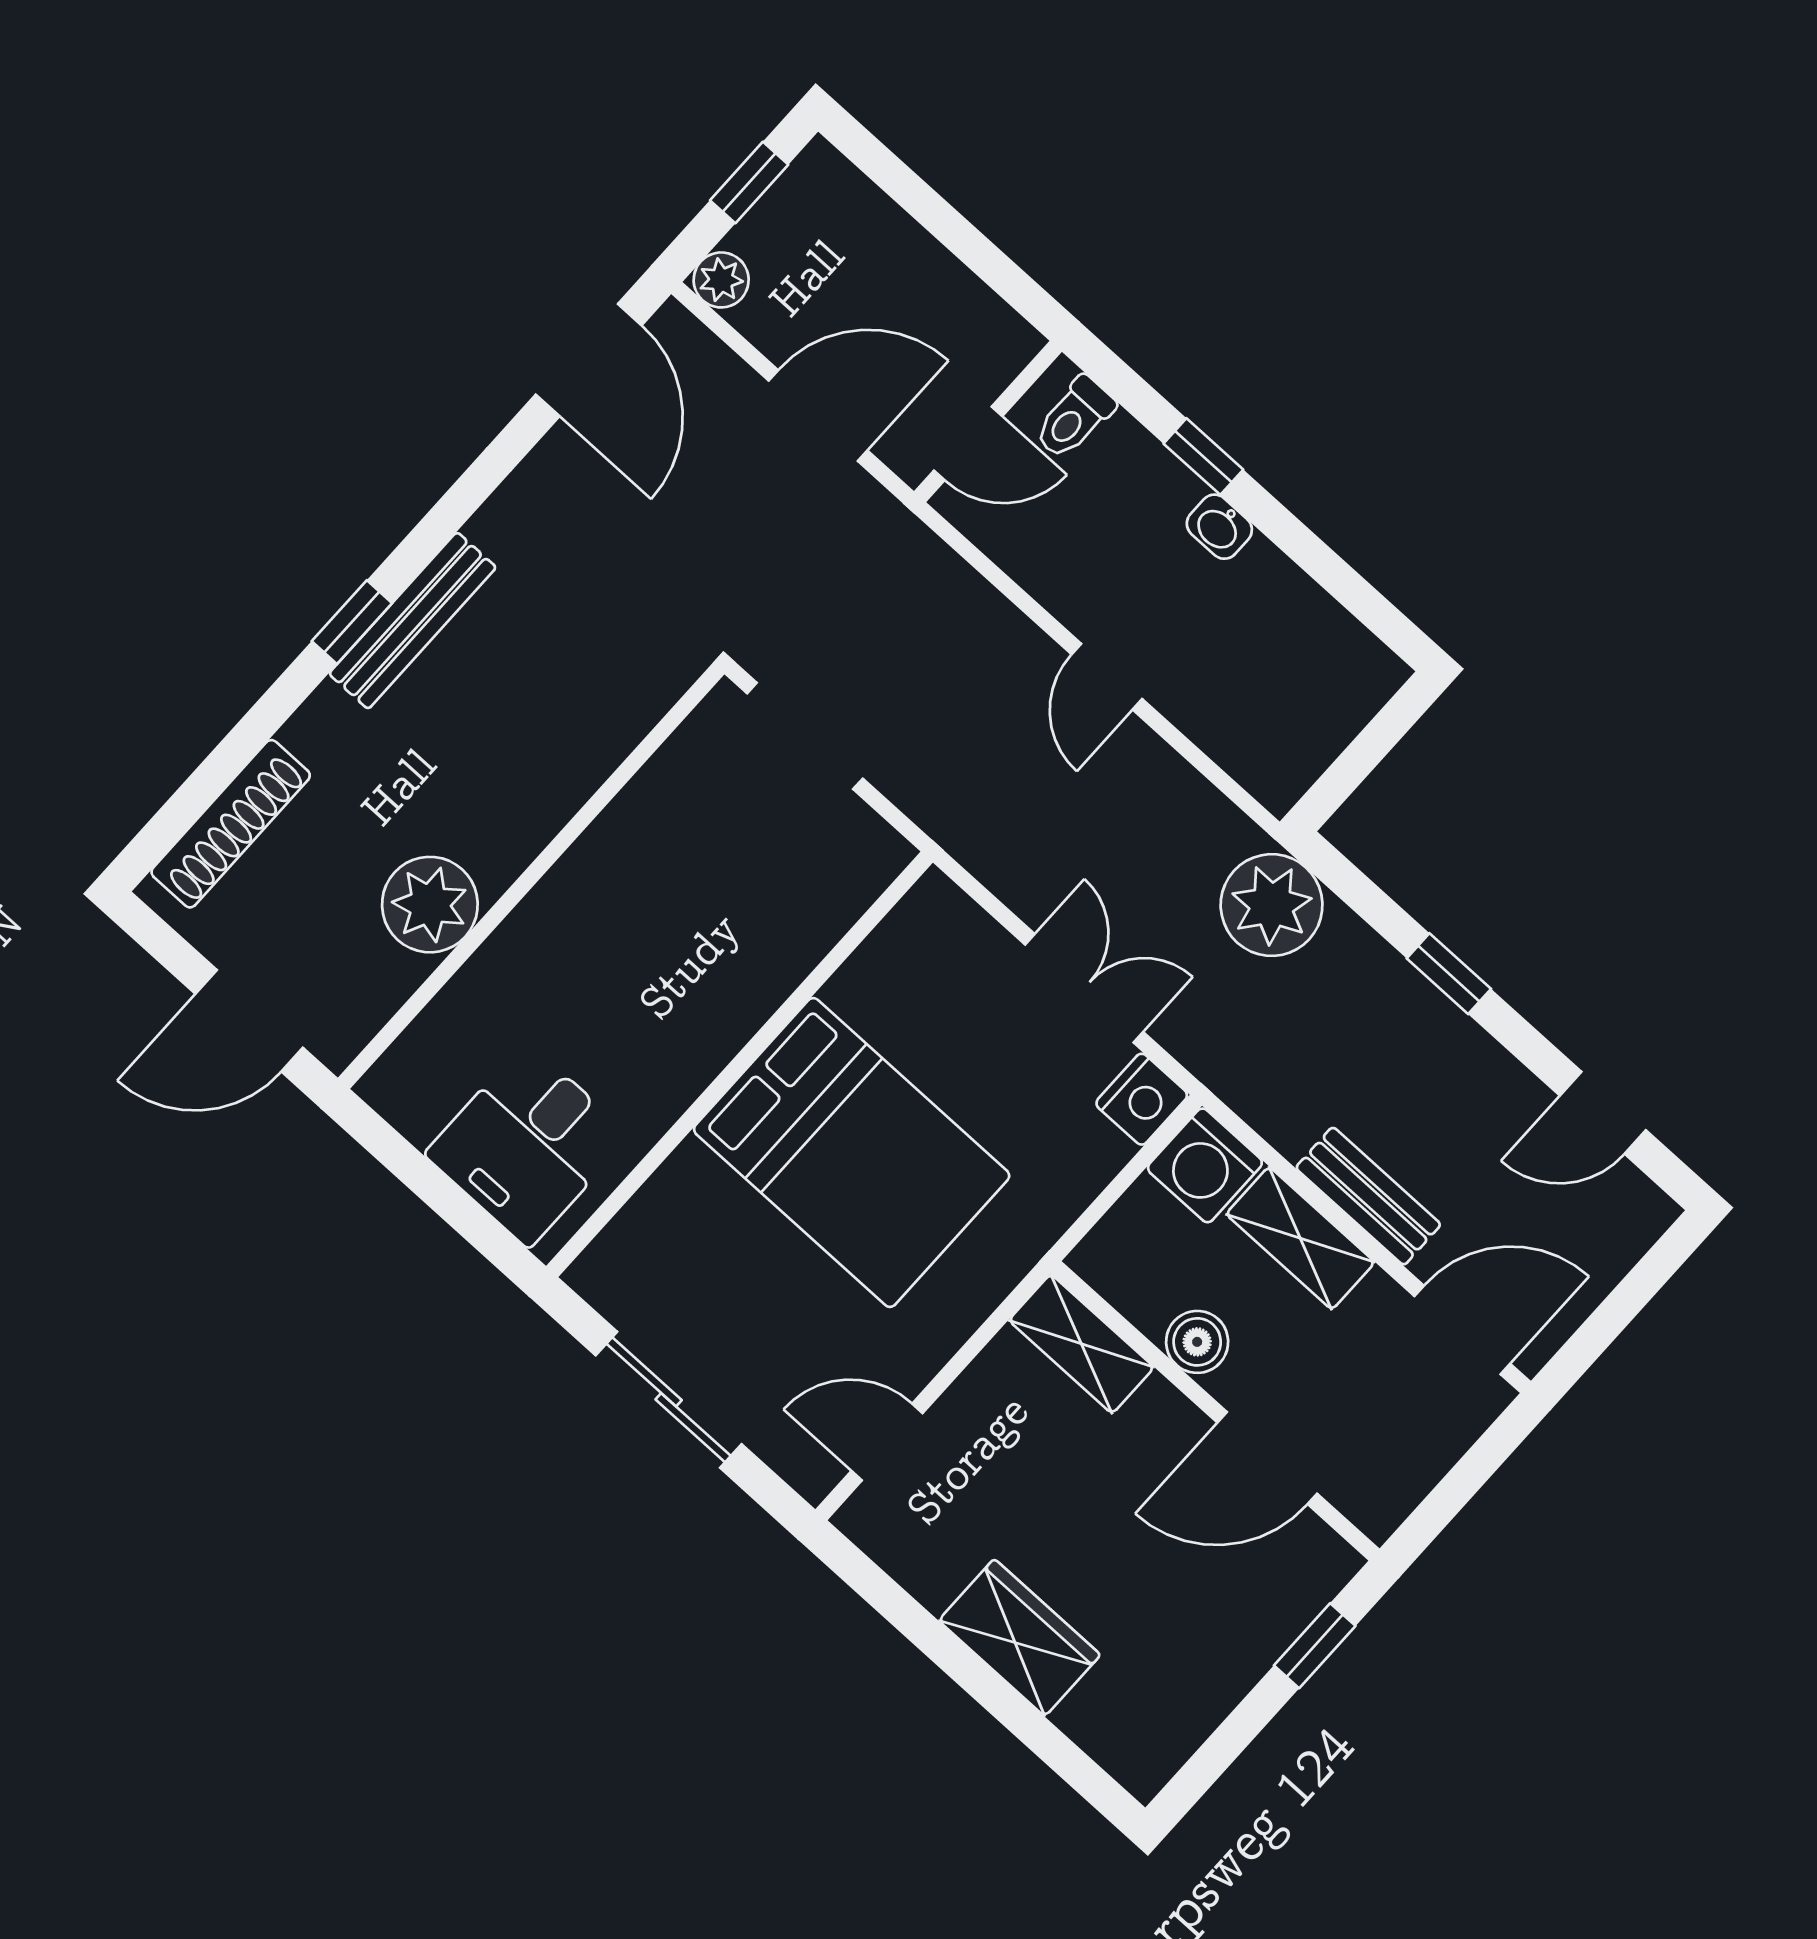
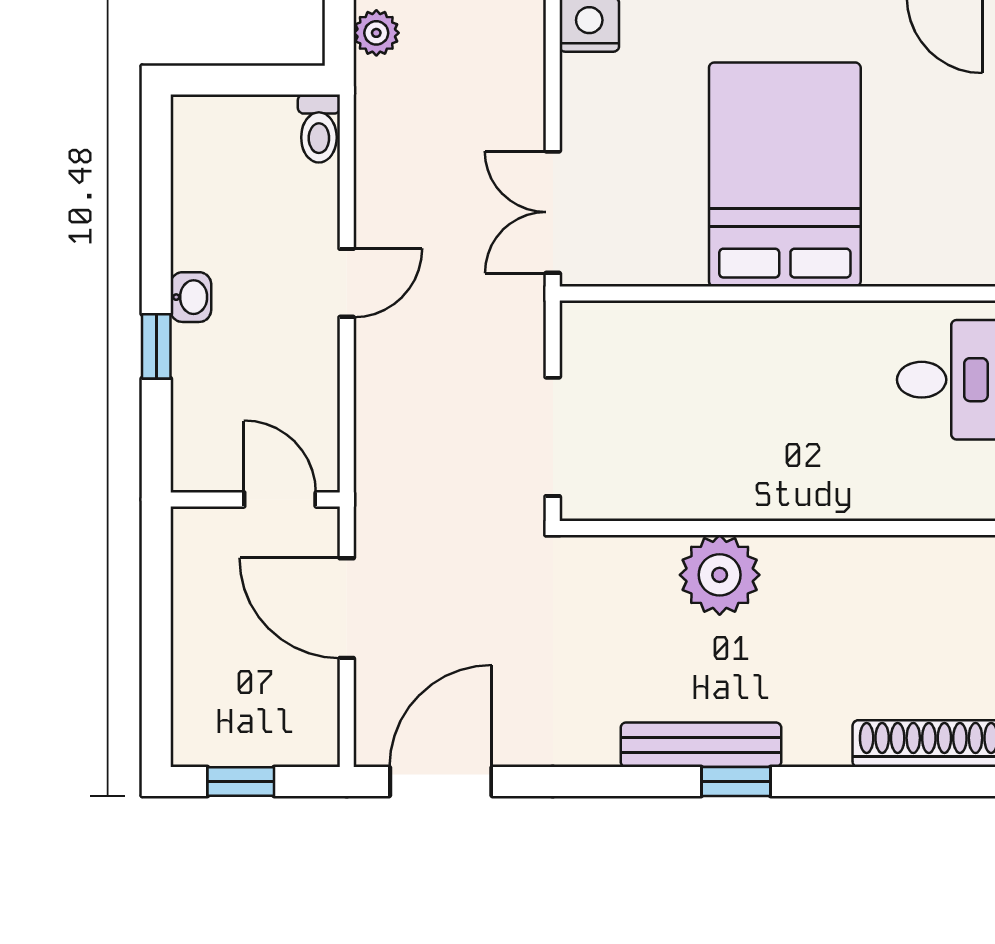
plant: (721, 280) -> (317, 744), removed
toilet: (1074, 418) -> (319, 129), moved, turned 90
plant: (430, 905) -> (720, 575), moved
plant: (1272, 905) -> (376, 33), width x0.53, depth x0.53
double door: (1084, 988) -> (553, 212), moved

